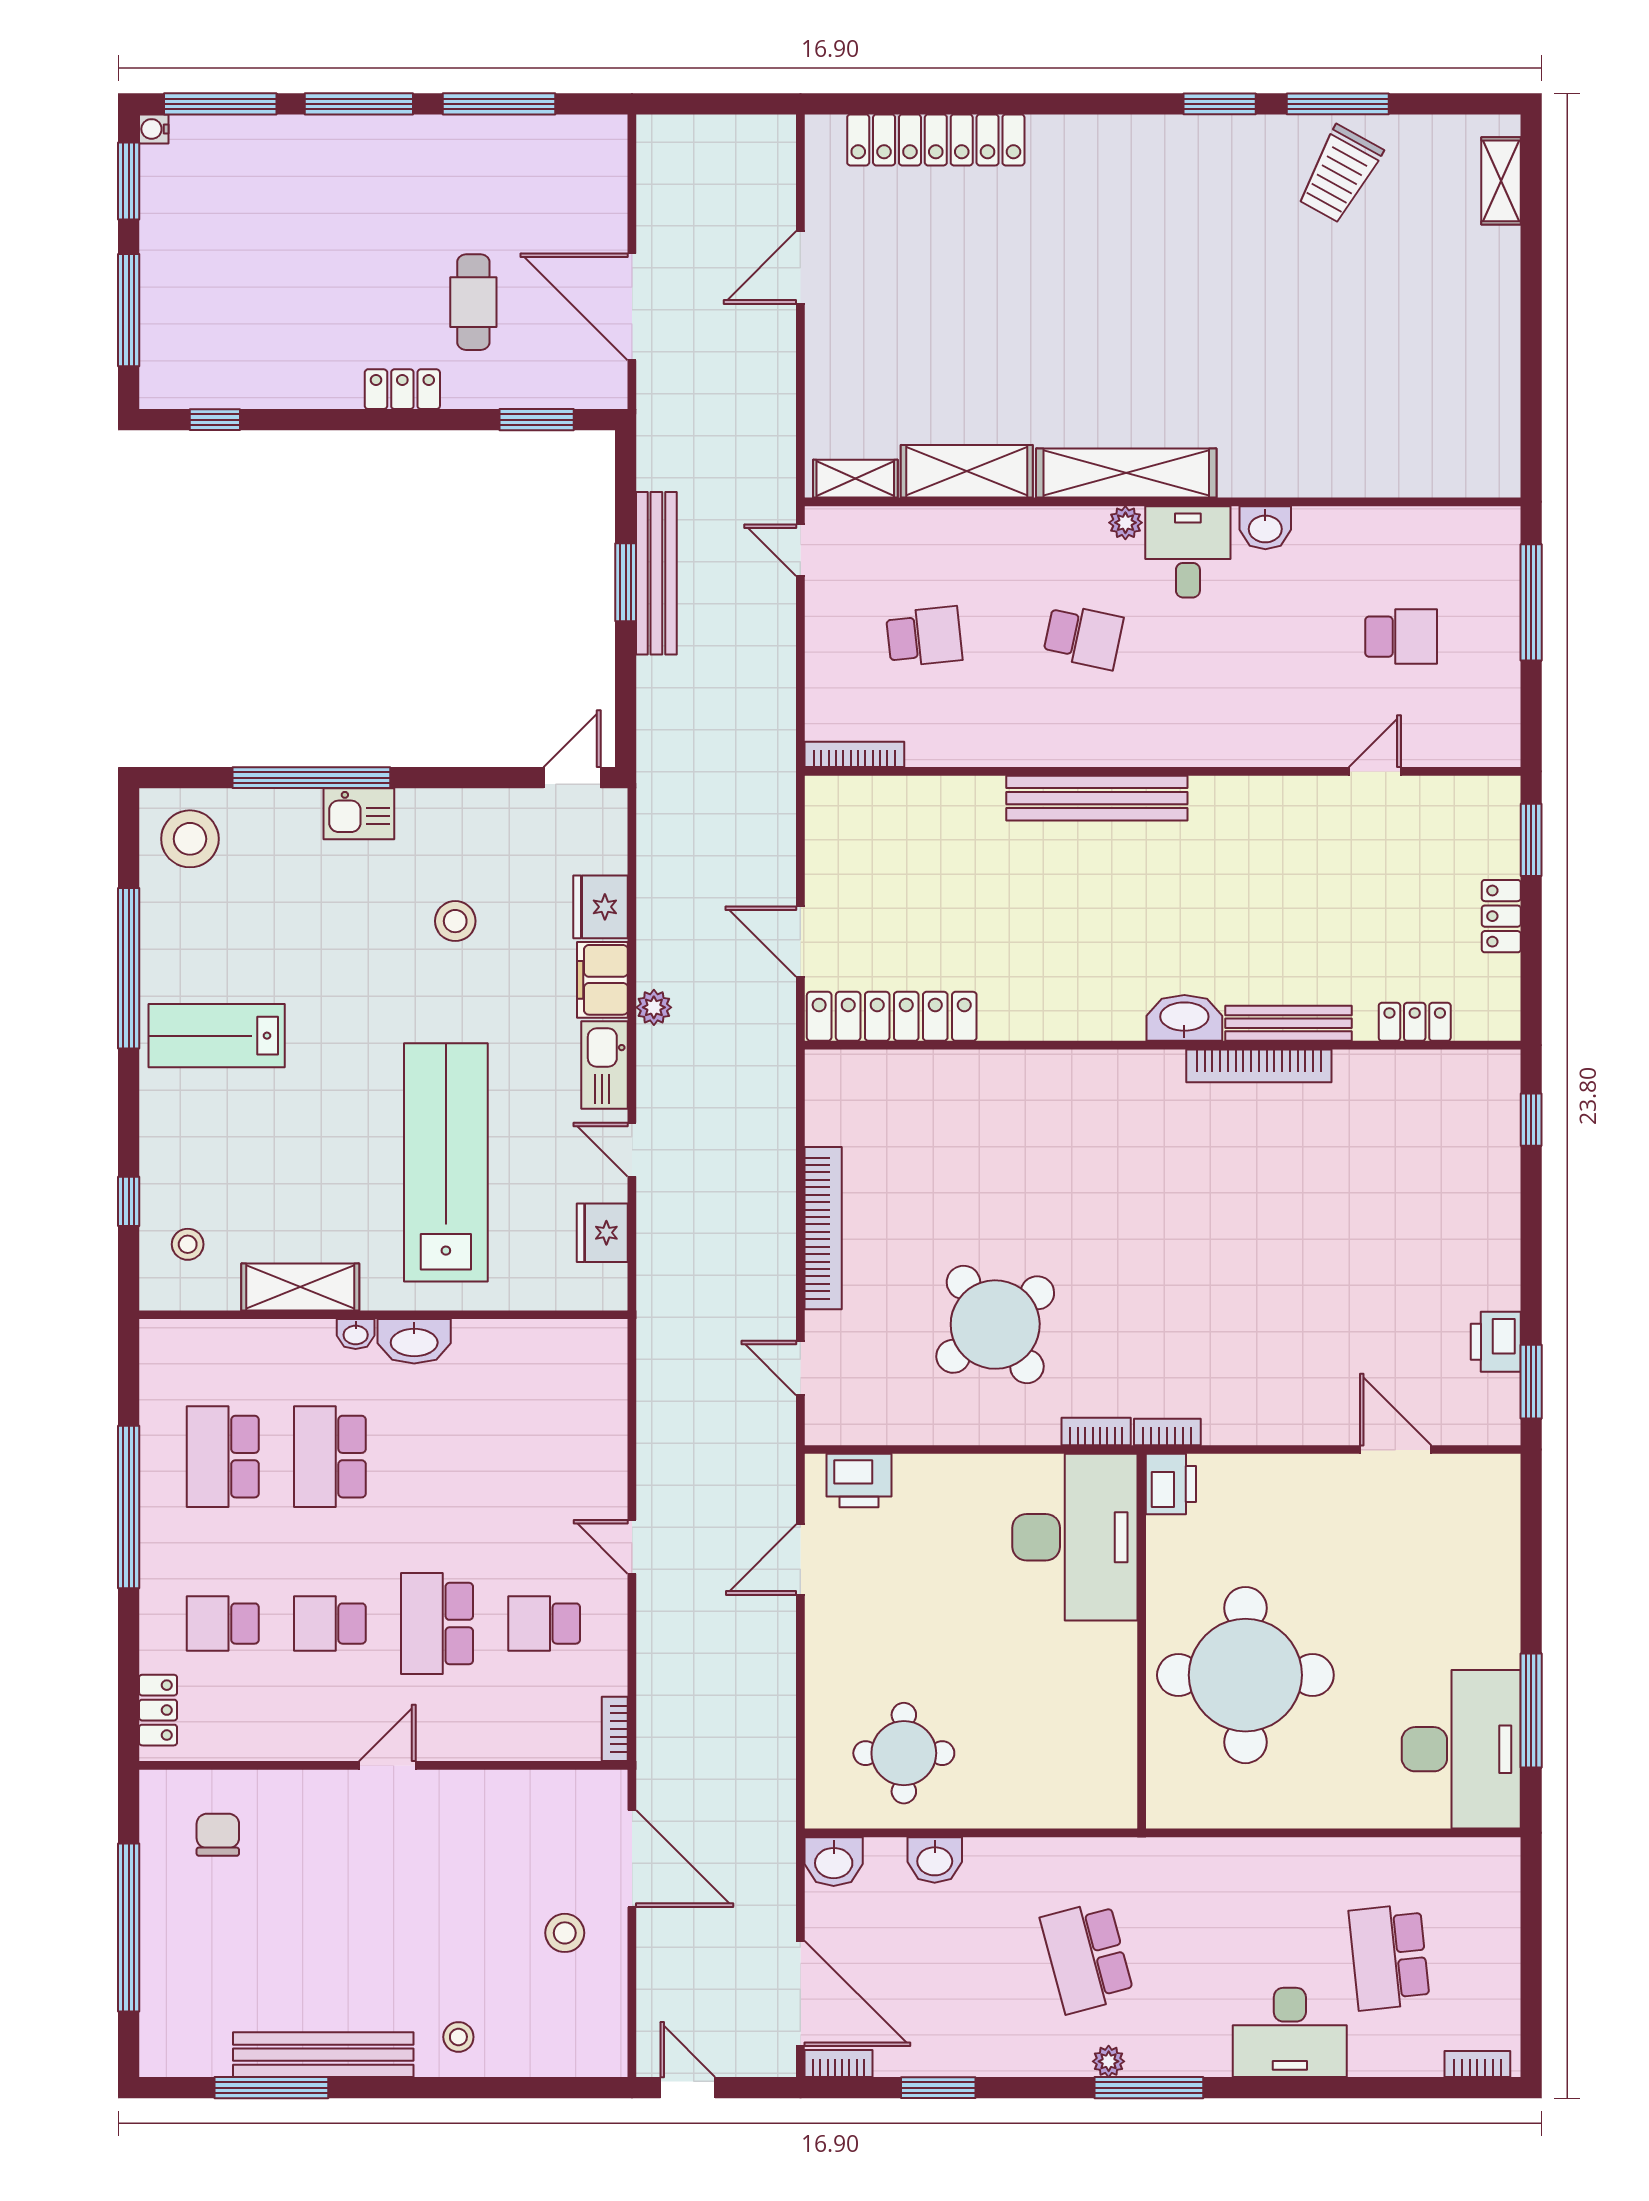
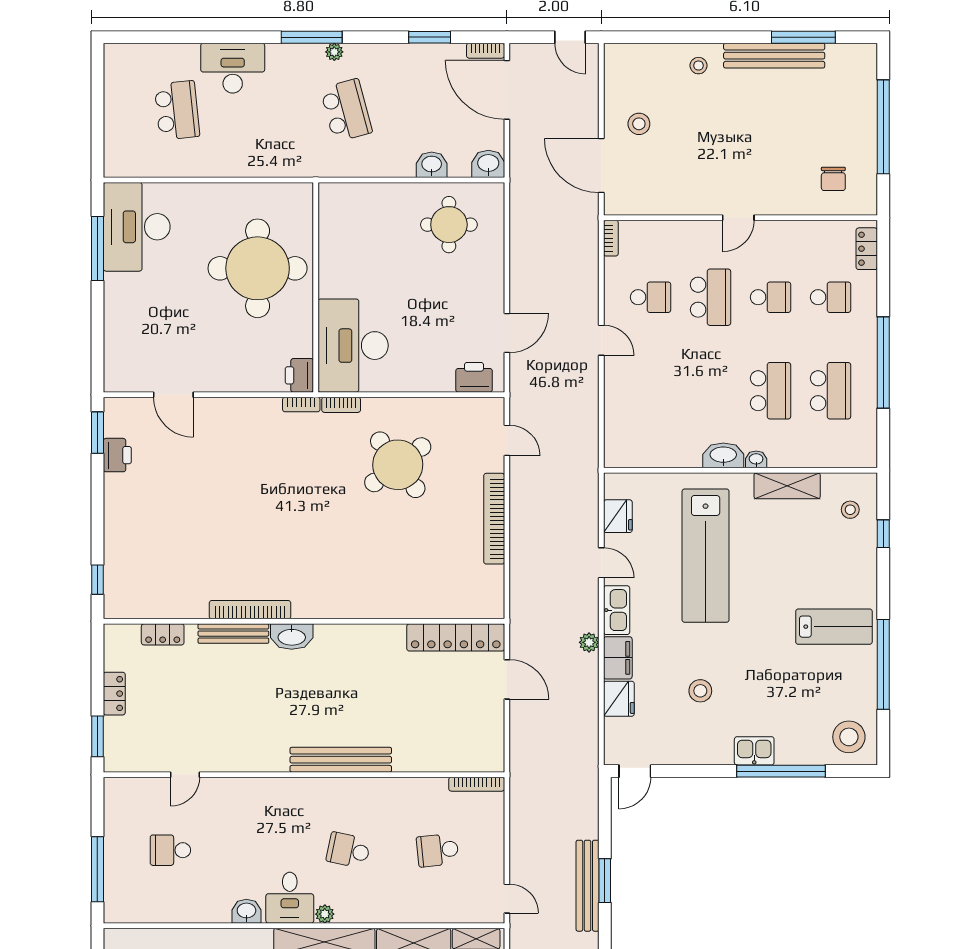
bookcase: (1477, 2064) -> (128, 50), removed

